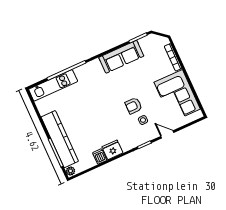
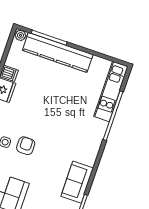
sofa: (121, 57) -> (77, 182), width x0.73

